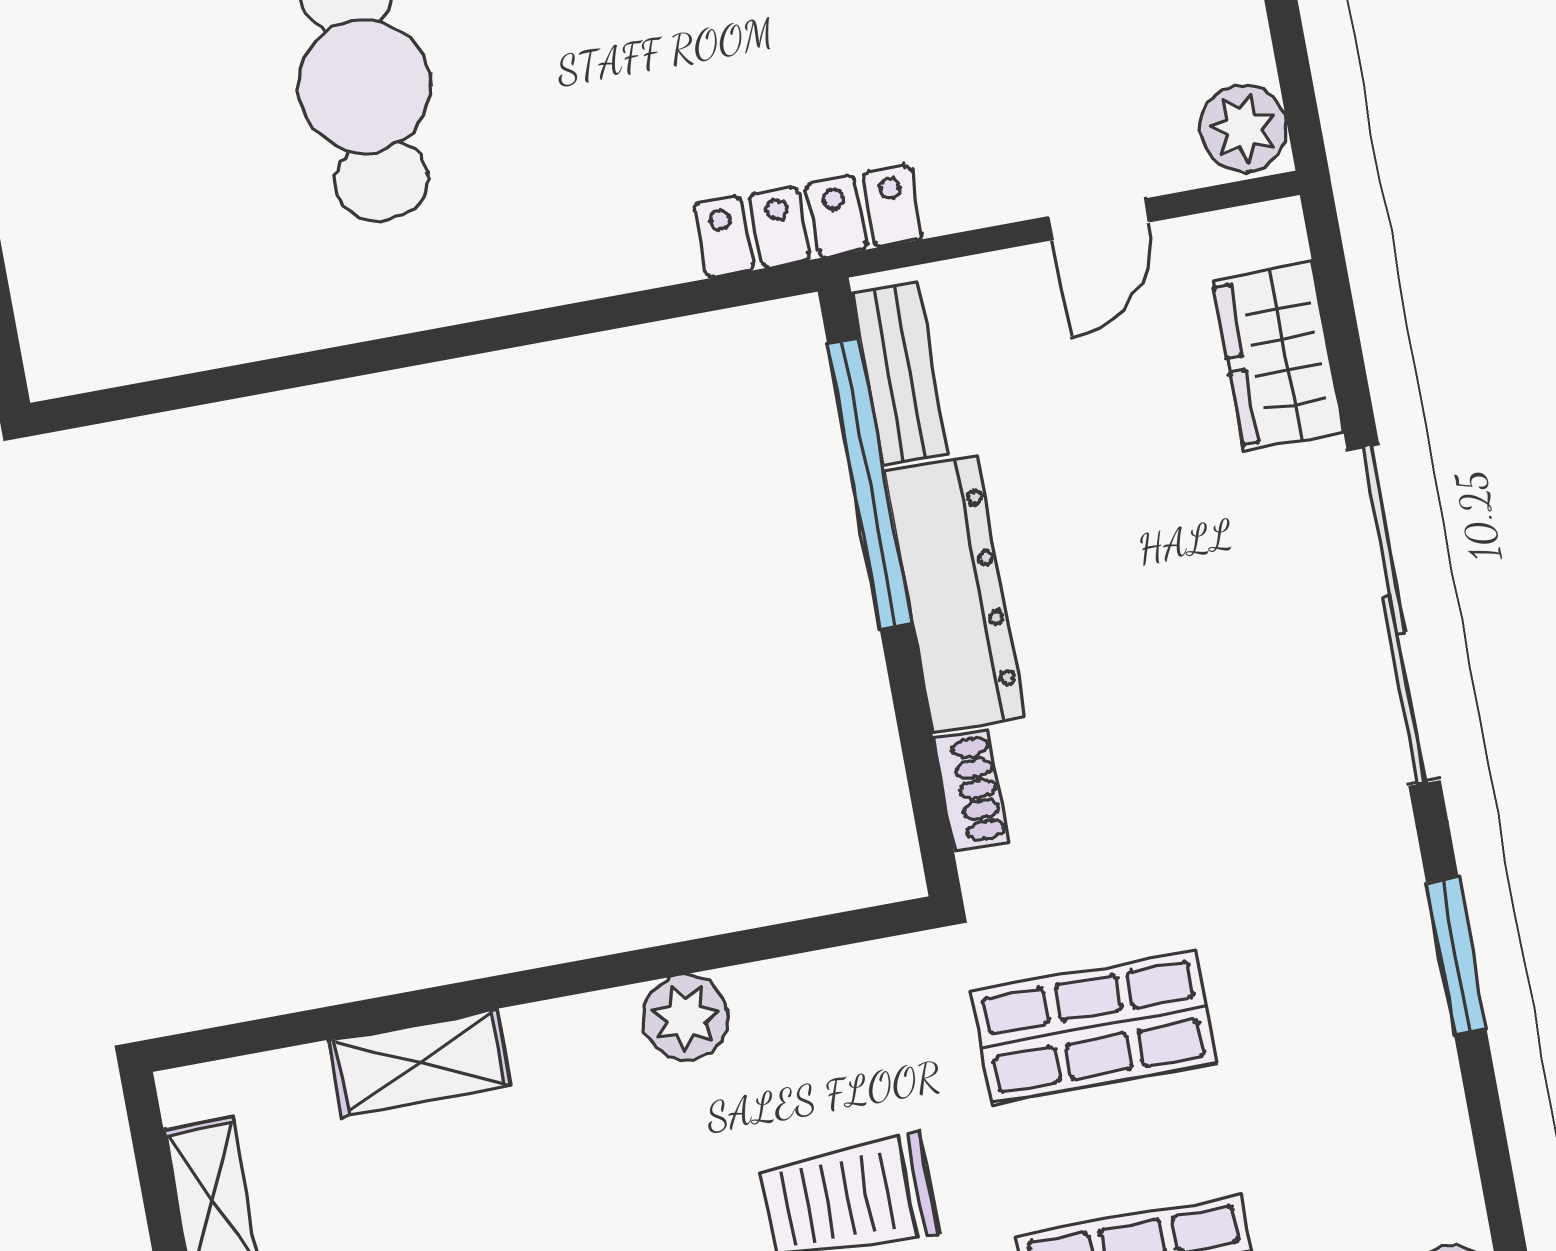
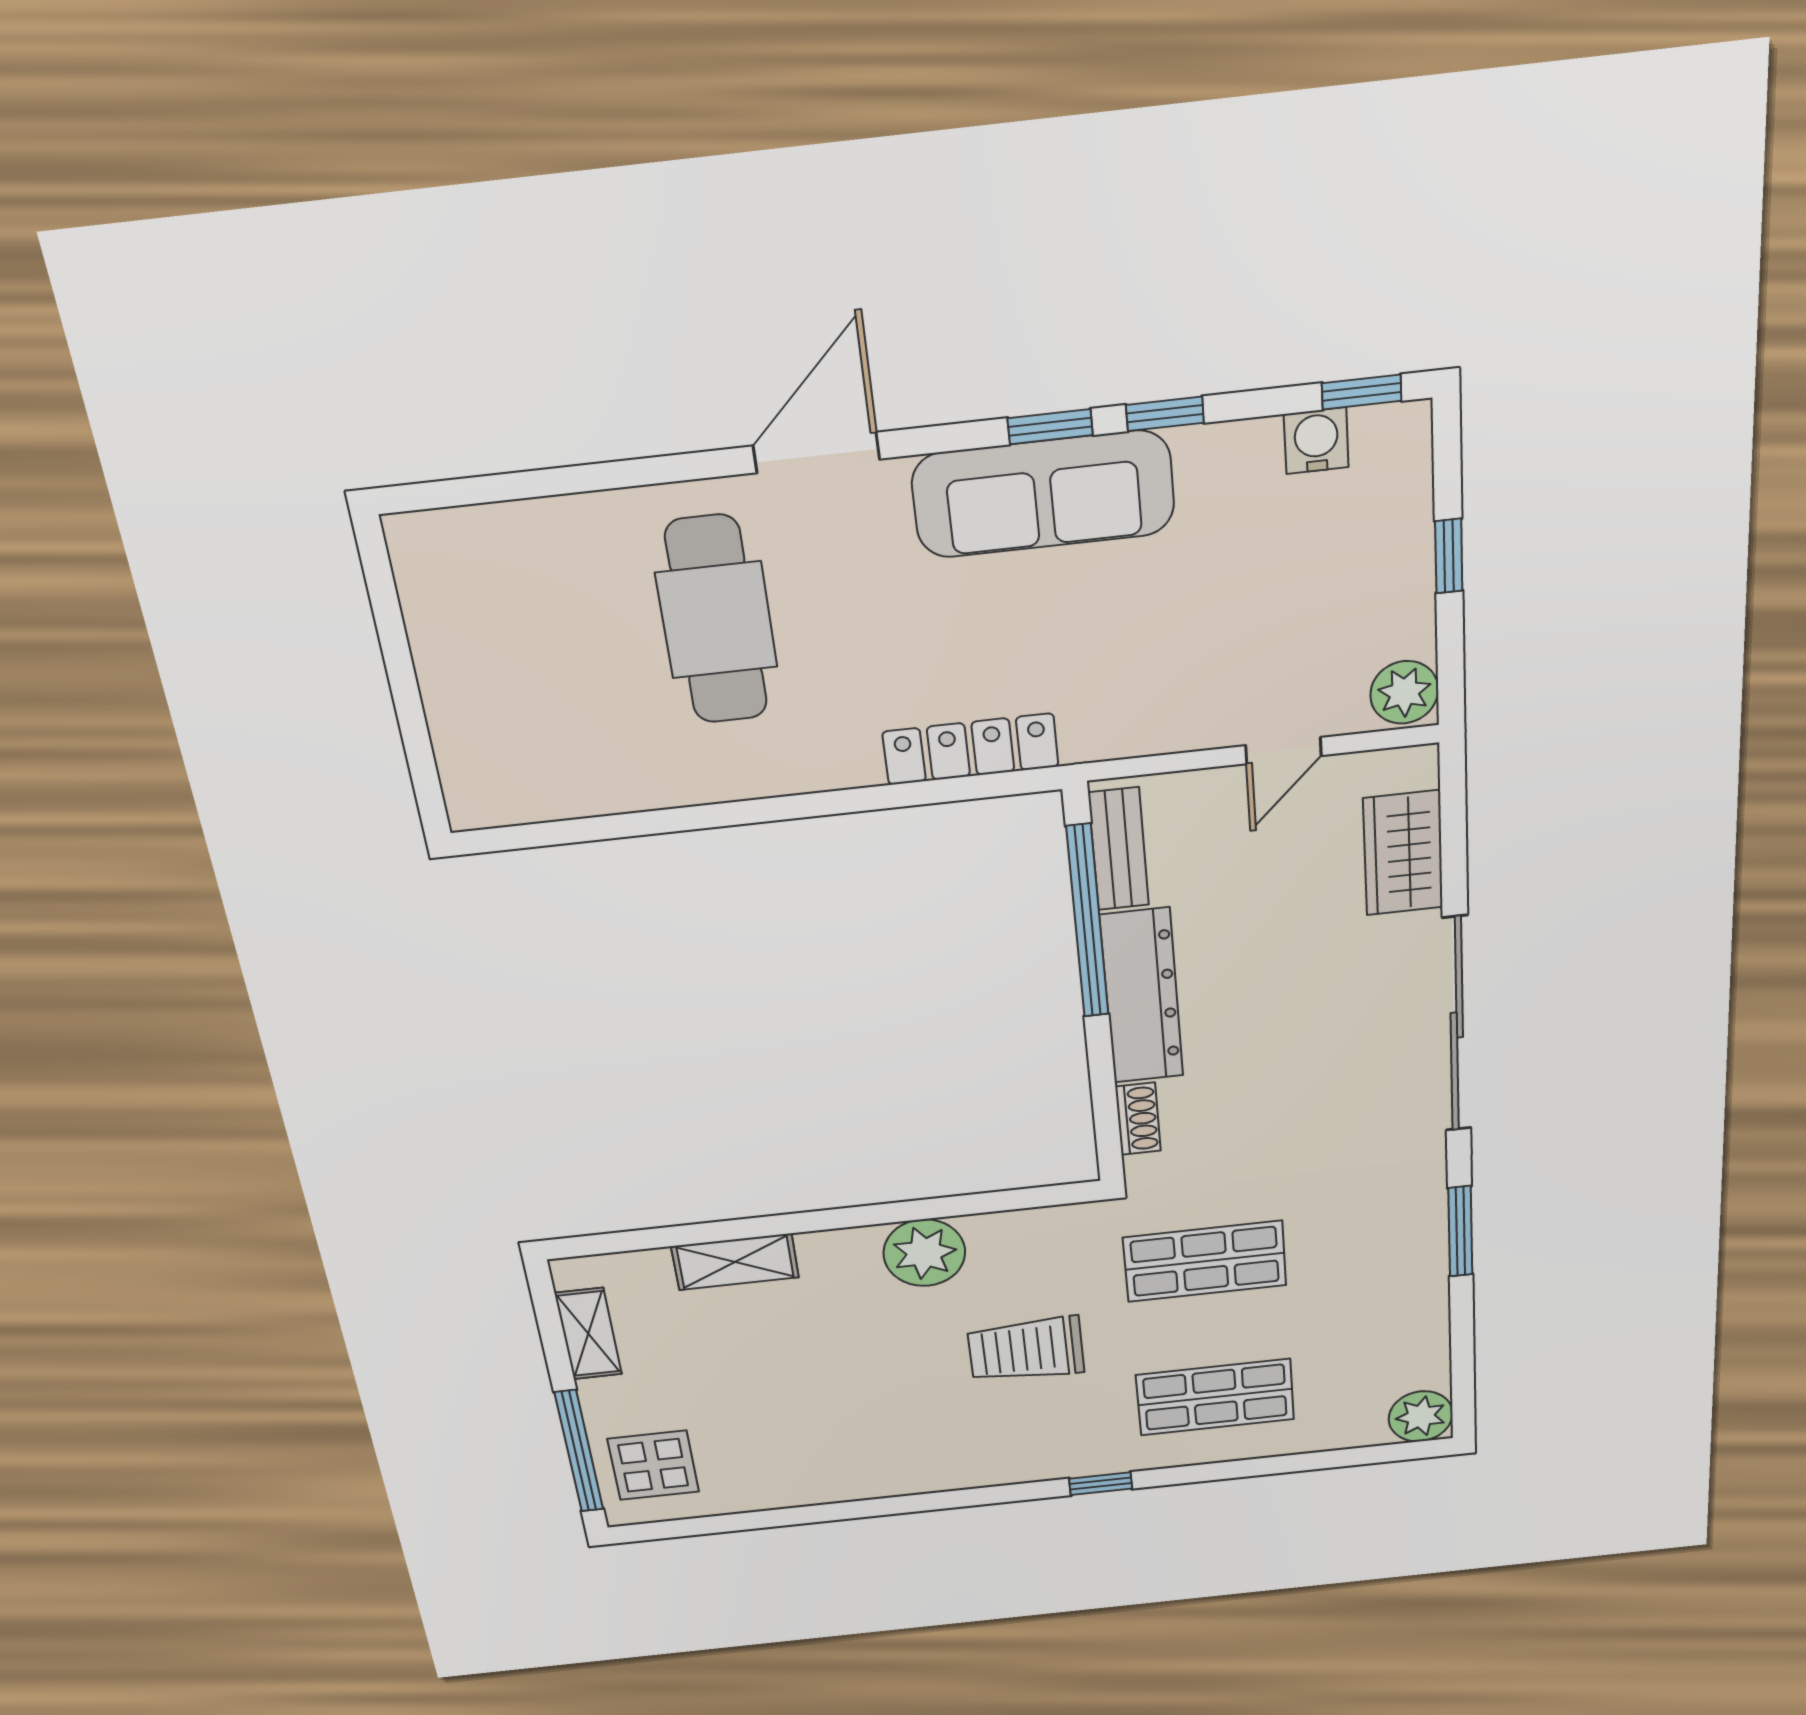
locker: (808, 221) -> (971, 749), moved
plant: (686, 1018) -> (924, 1253), width x1.36, depth x1.36

